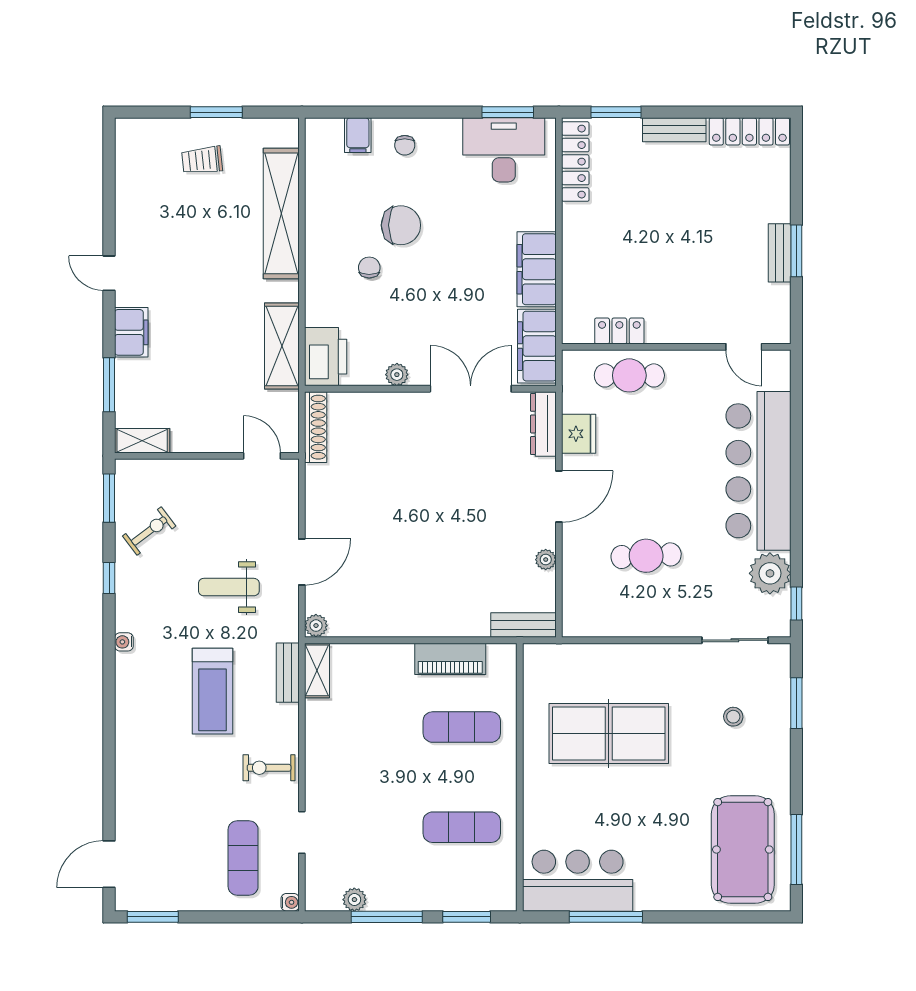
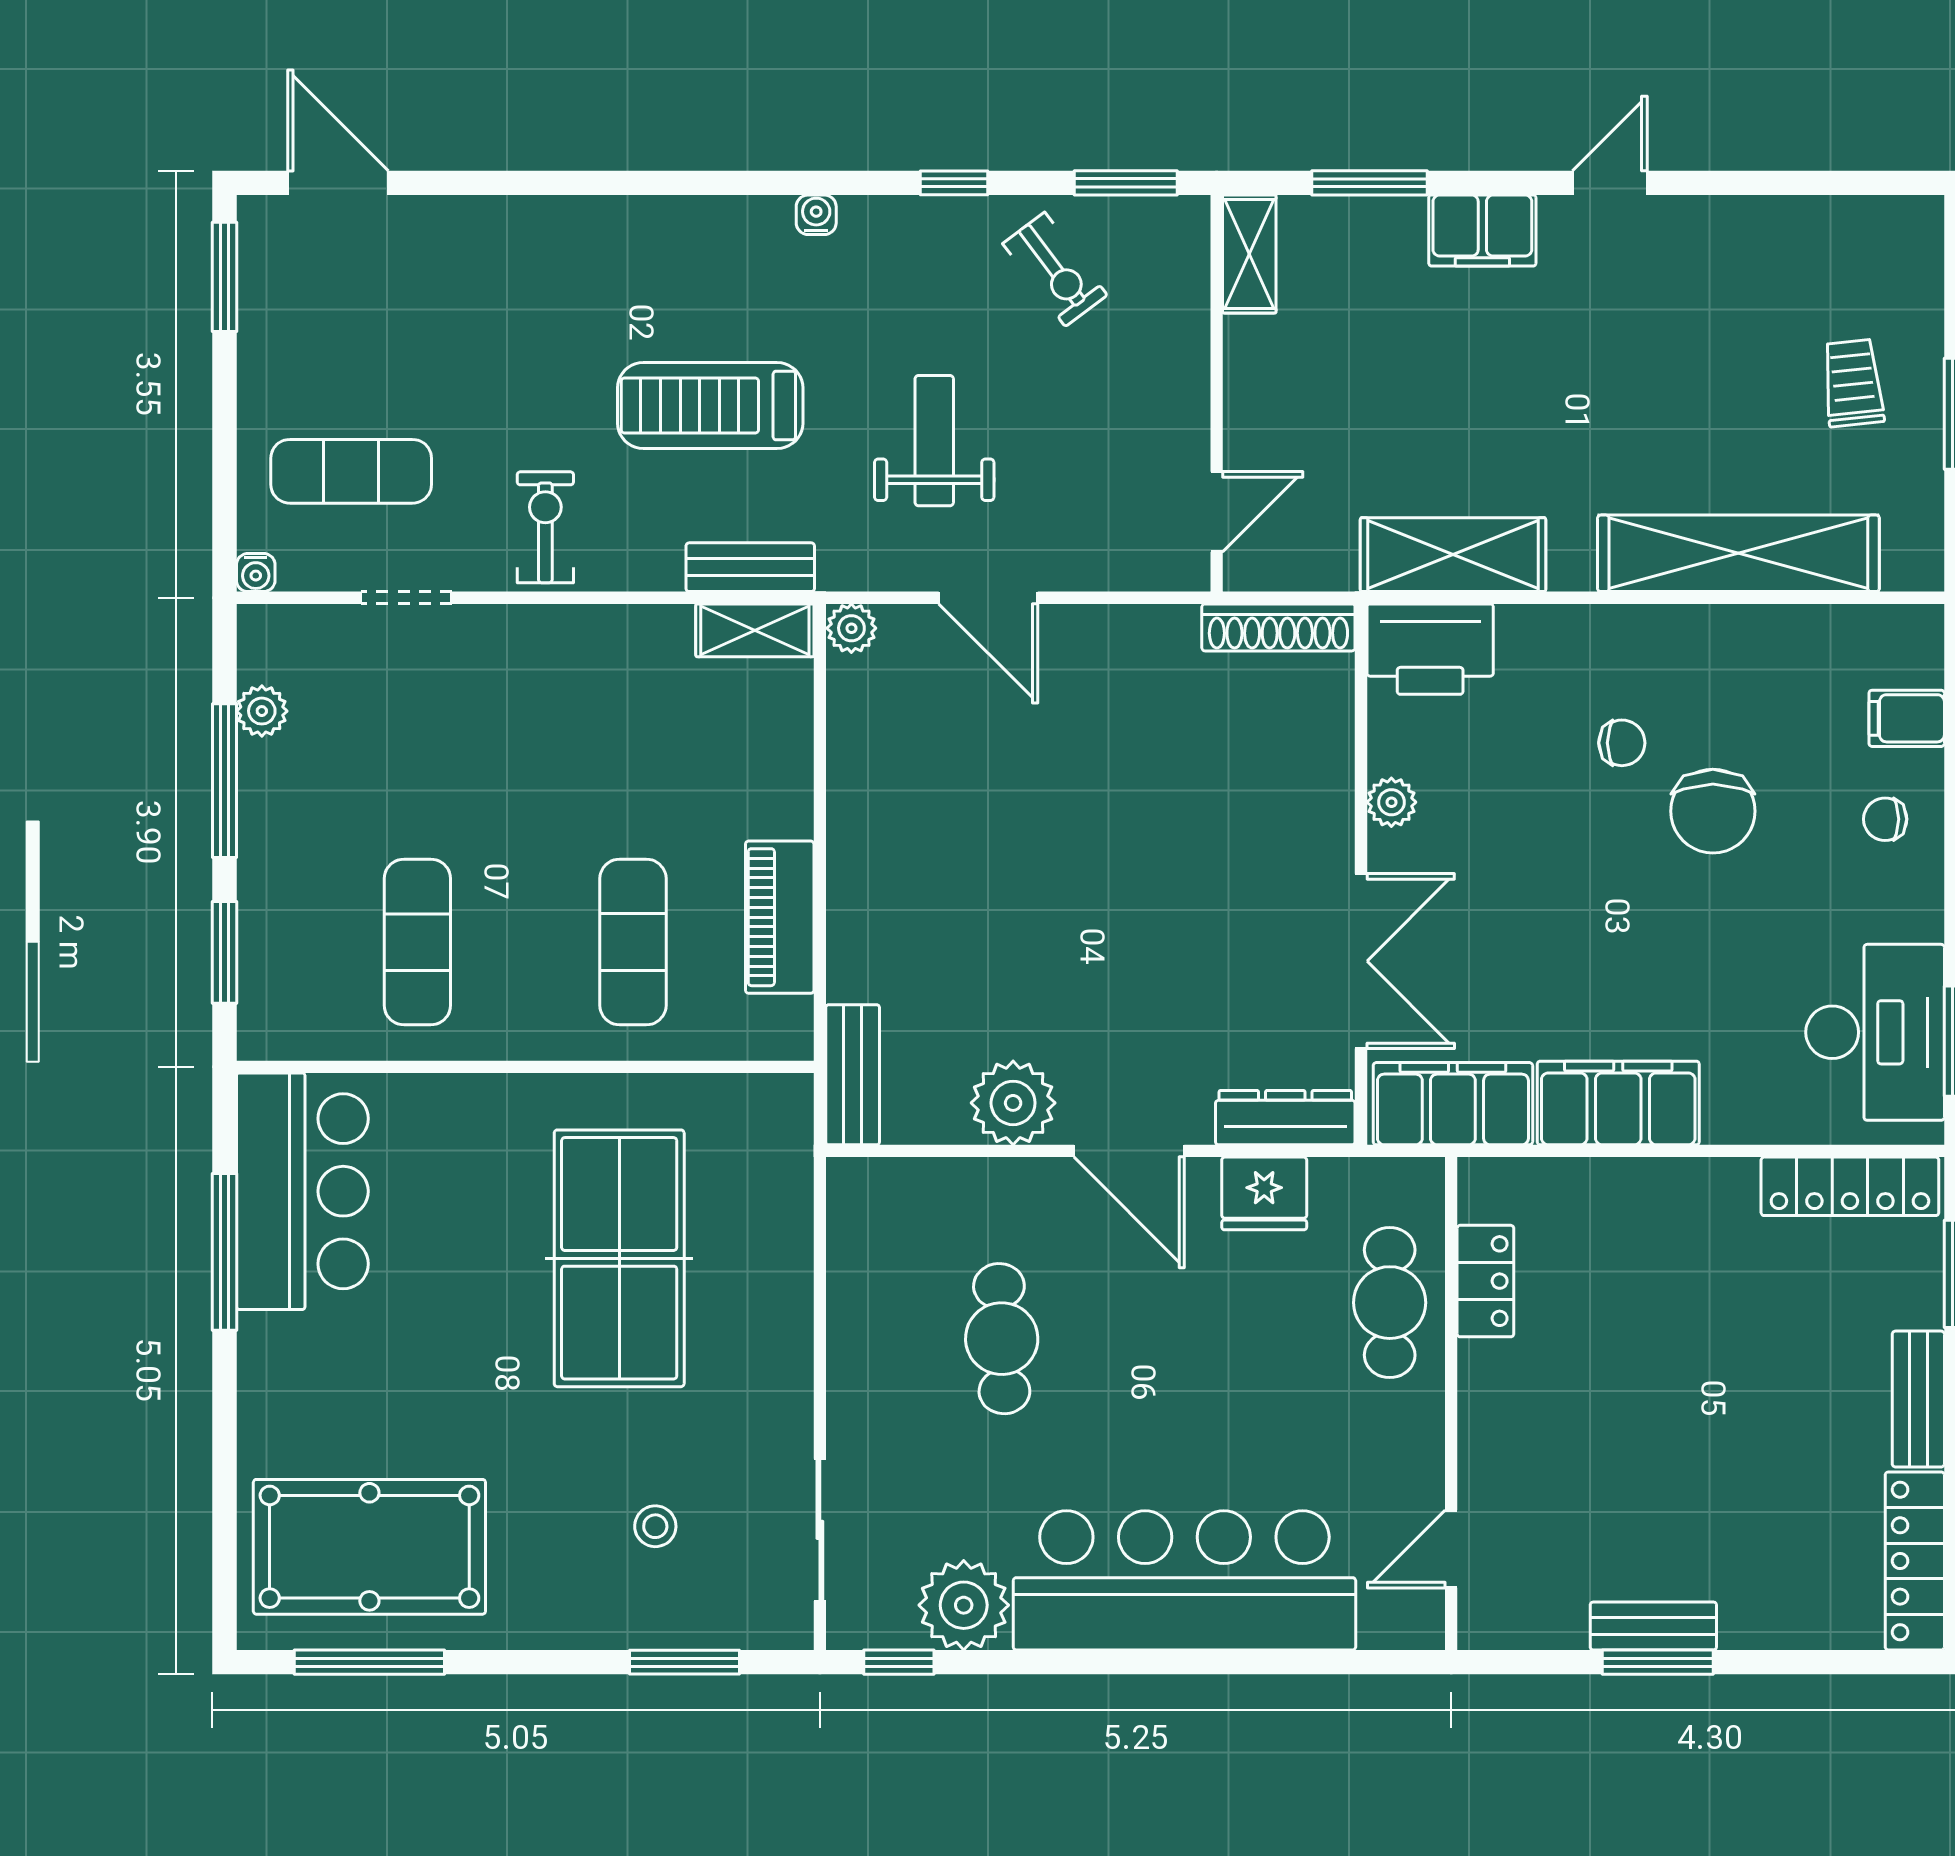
plant: (546, 560) -> (1013, 1103), width x1.88, depth x1.88

